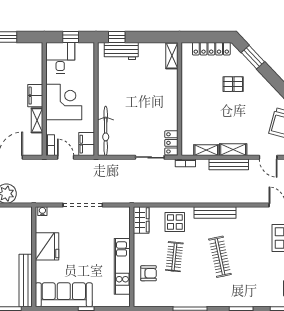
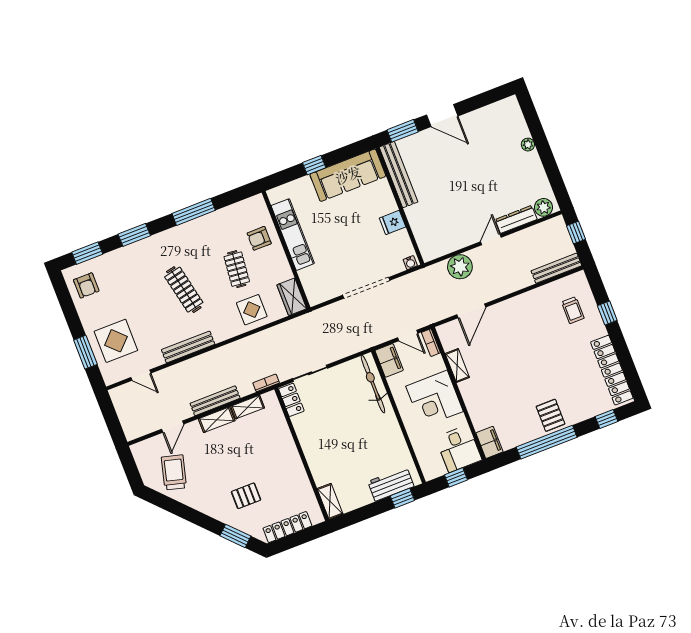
filing cabinet: (35, 96) -> (489, 442), moved
door: (268, 157) -> (173, 427), swing flipped
bench: (215, 212) -> (188, 347), moved
fridge: (47, 246) -> (393, 222), width x0.53, depth x0.75

